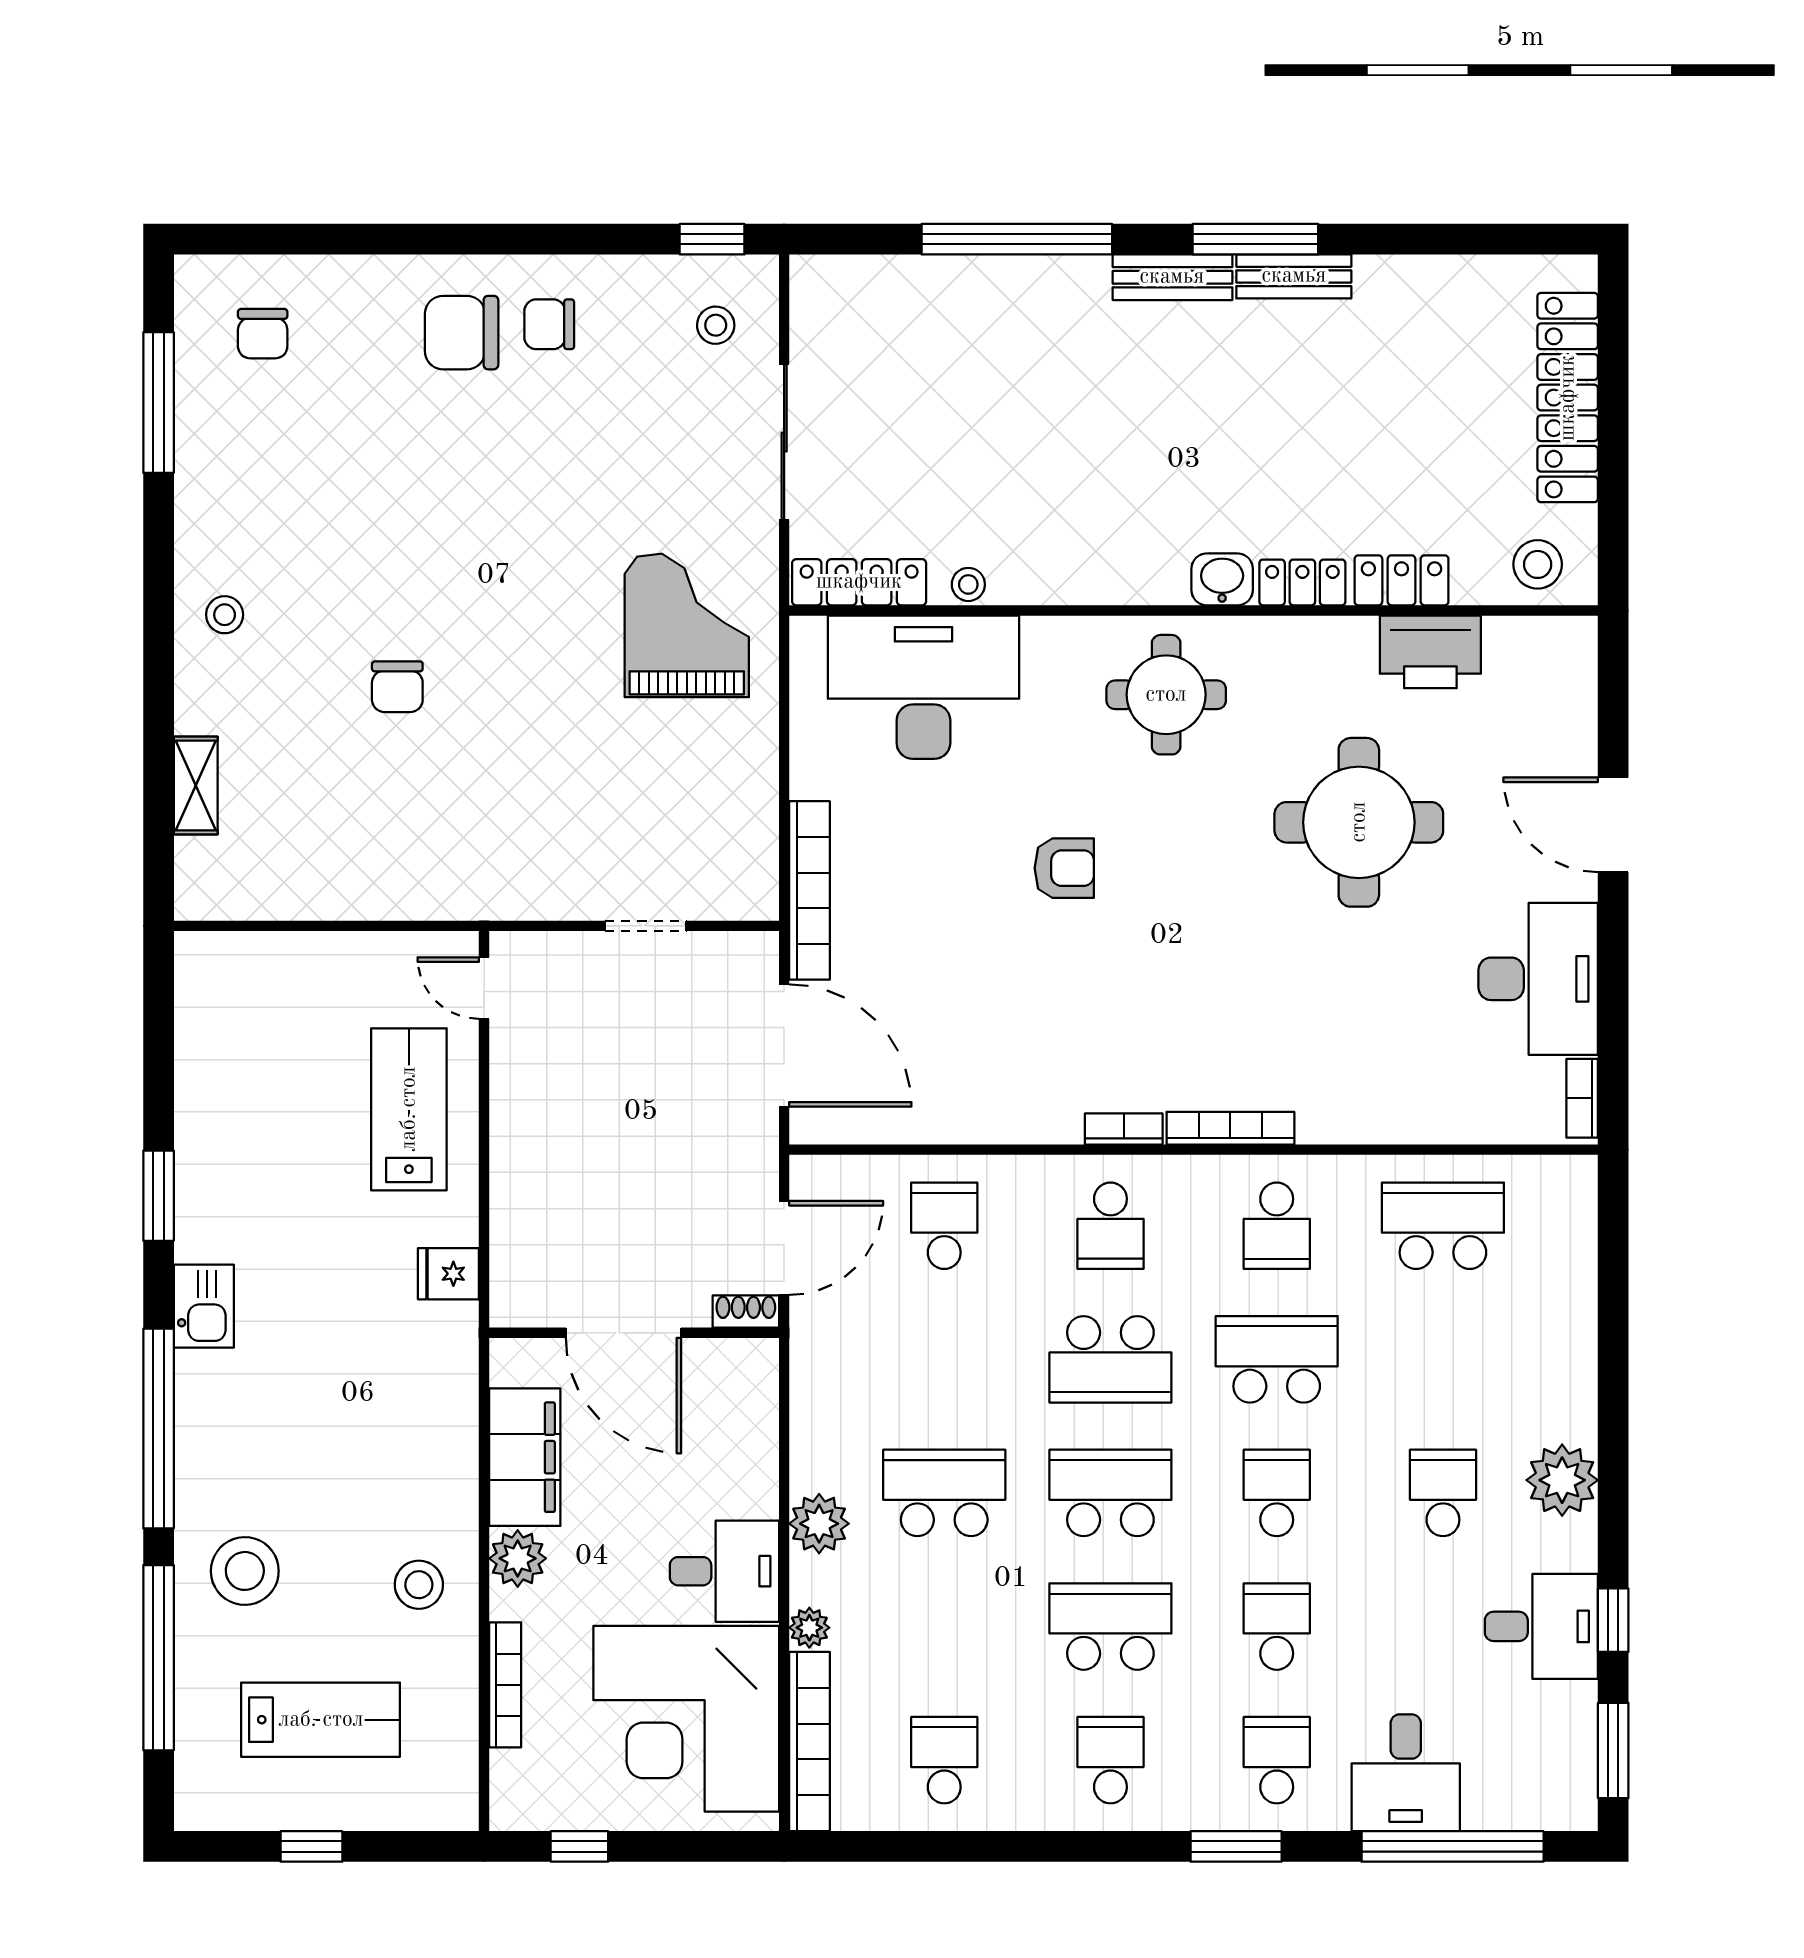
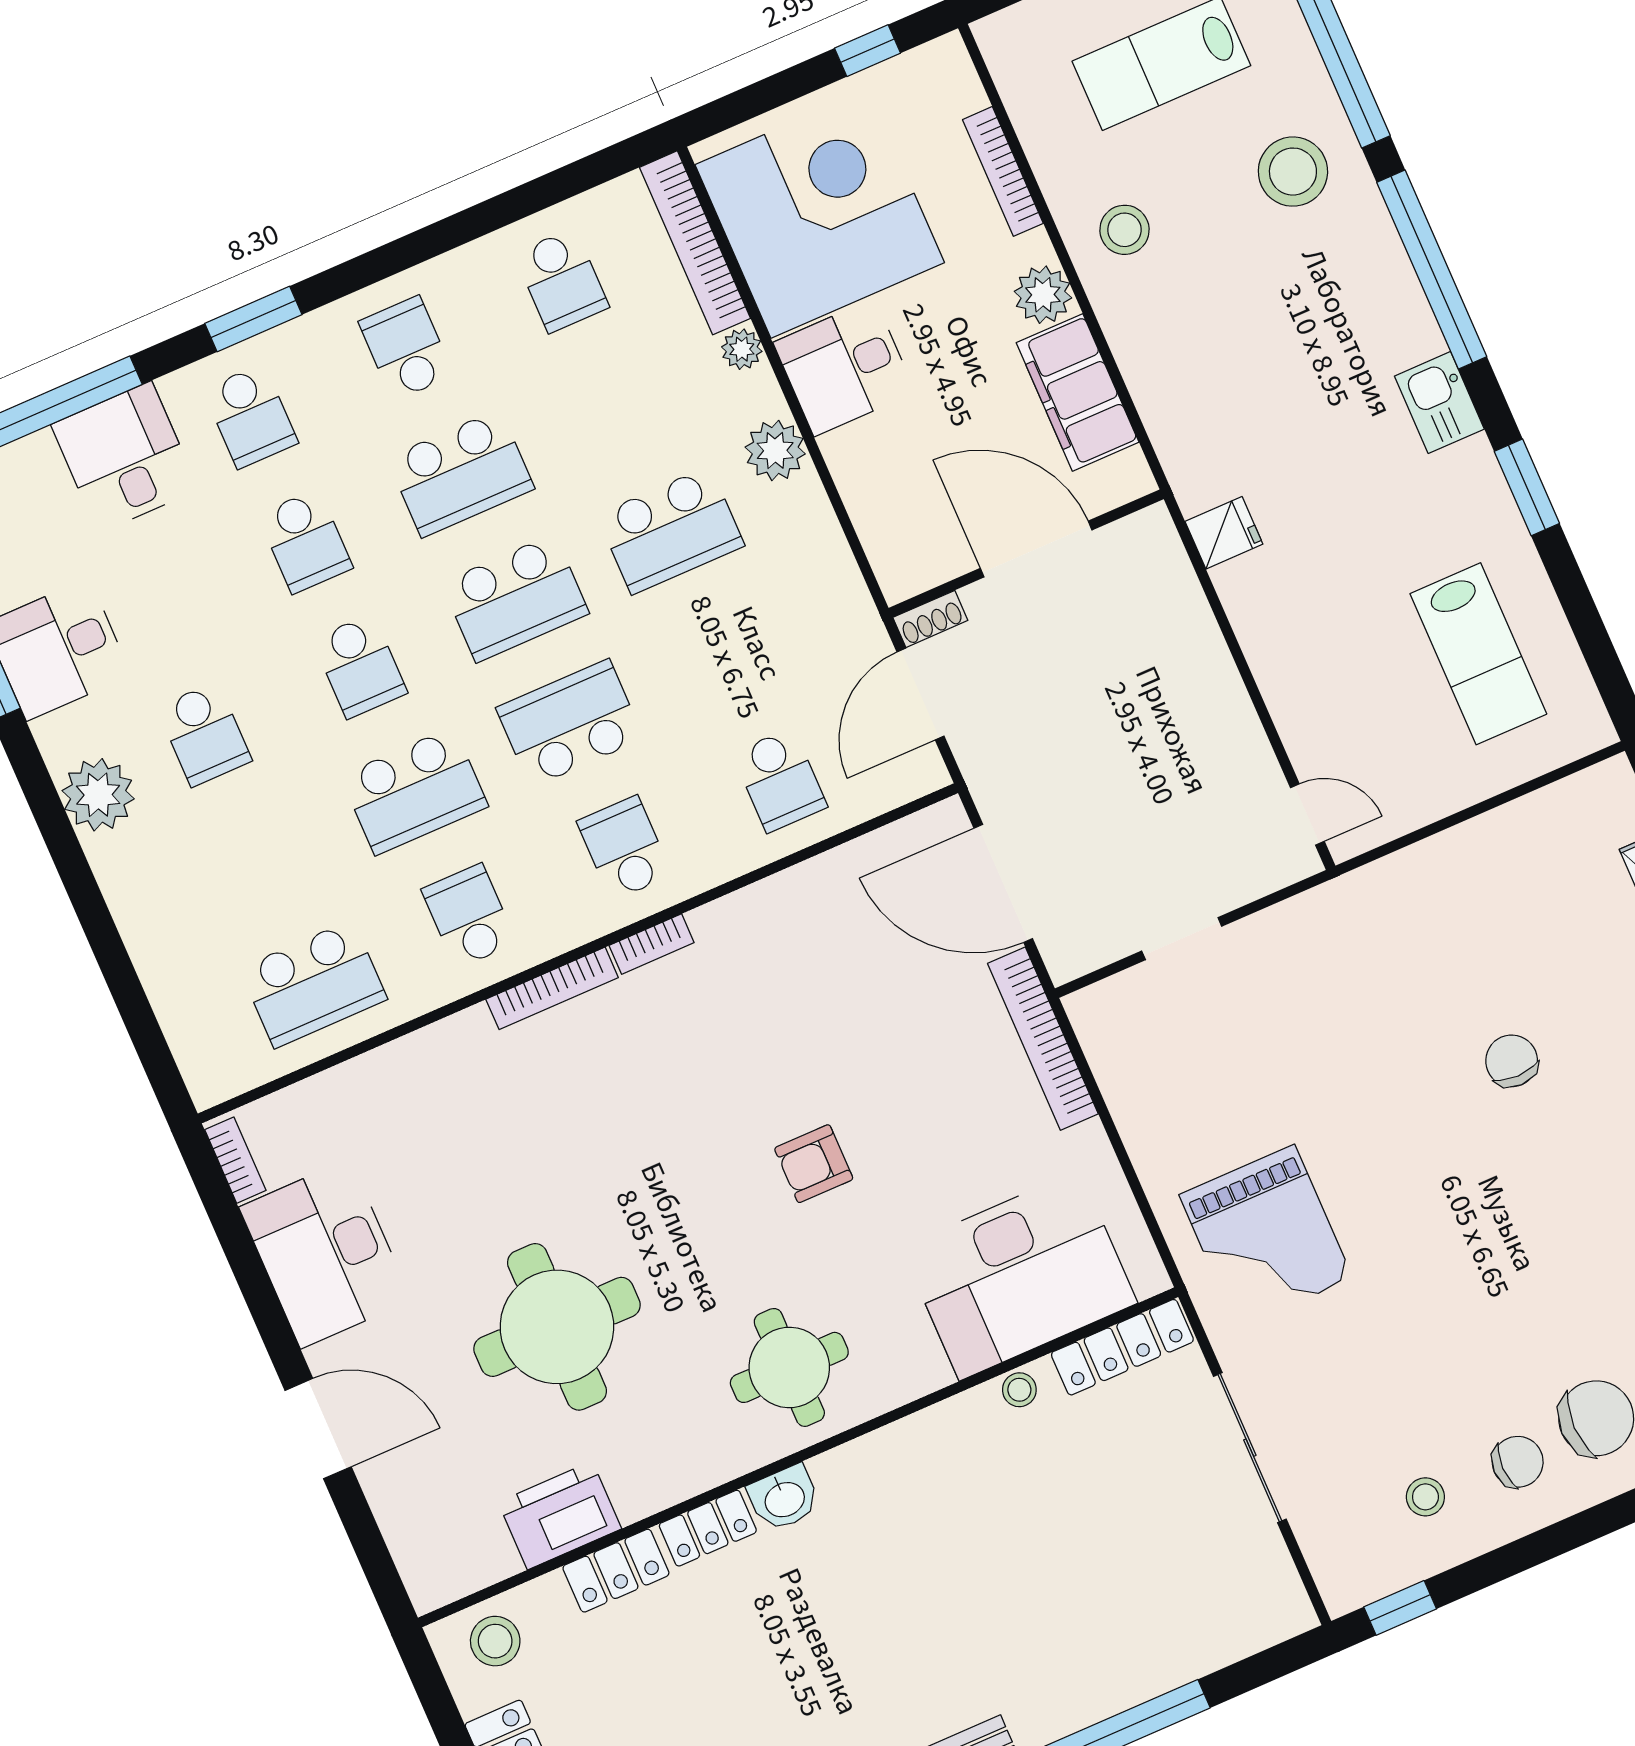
stool: (716, 325) -> (1425, 1497), moved
lab bench: (409, 1109) -> (1478, 654), moved
school desk: (1110, 1760) -> (406, 348), turned 180

